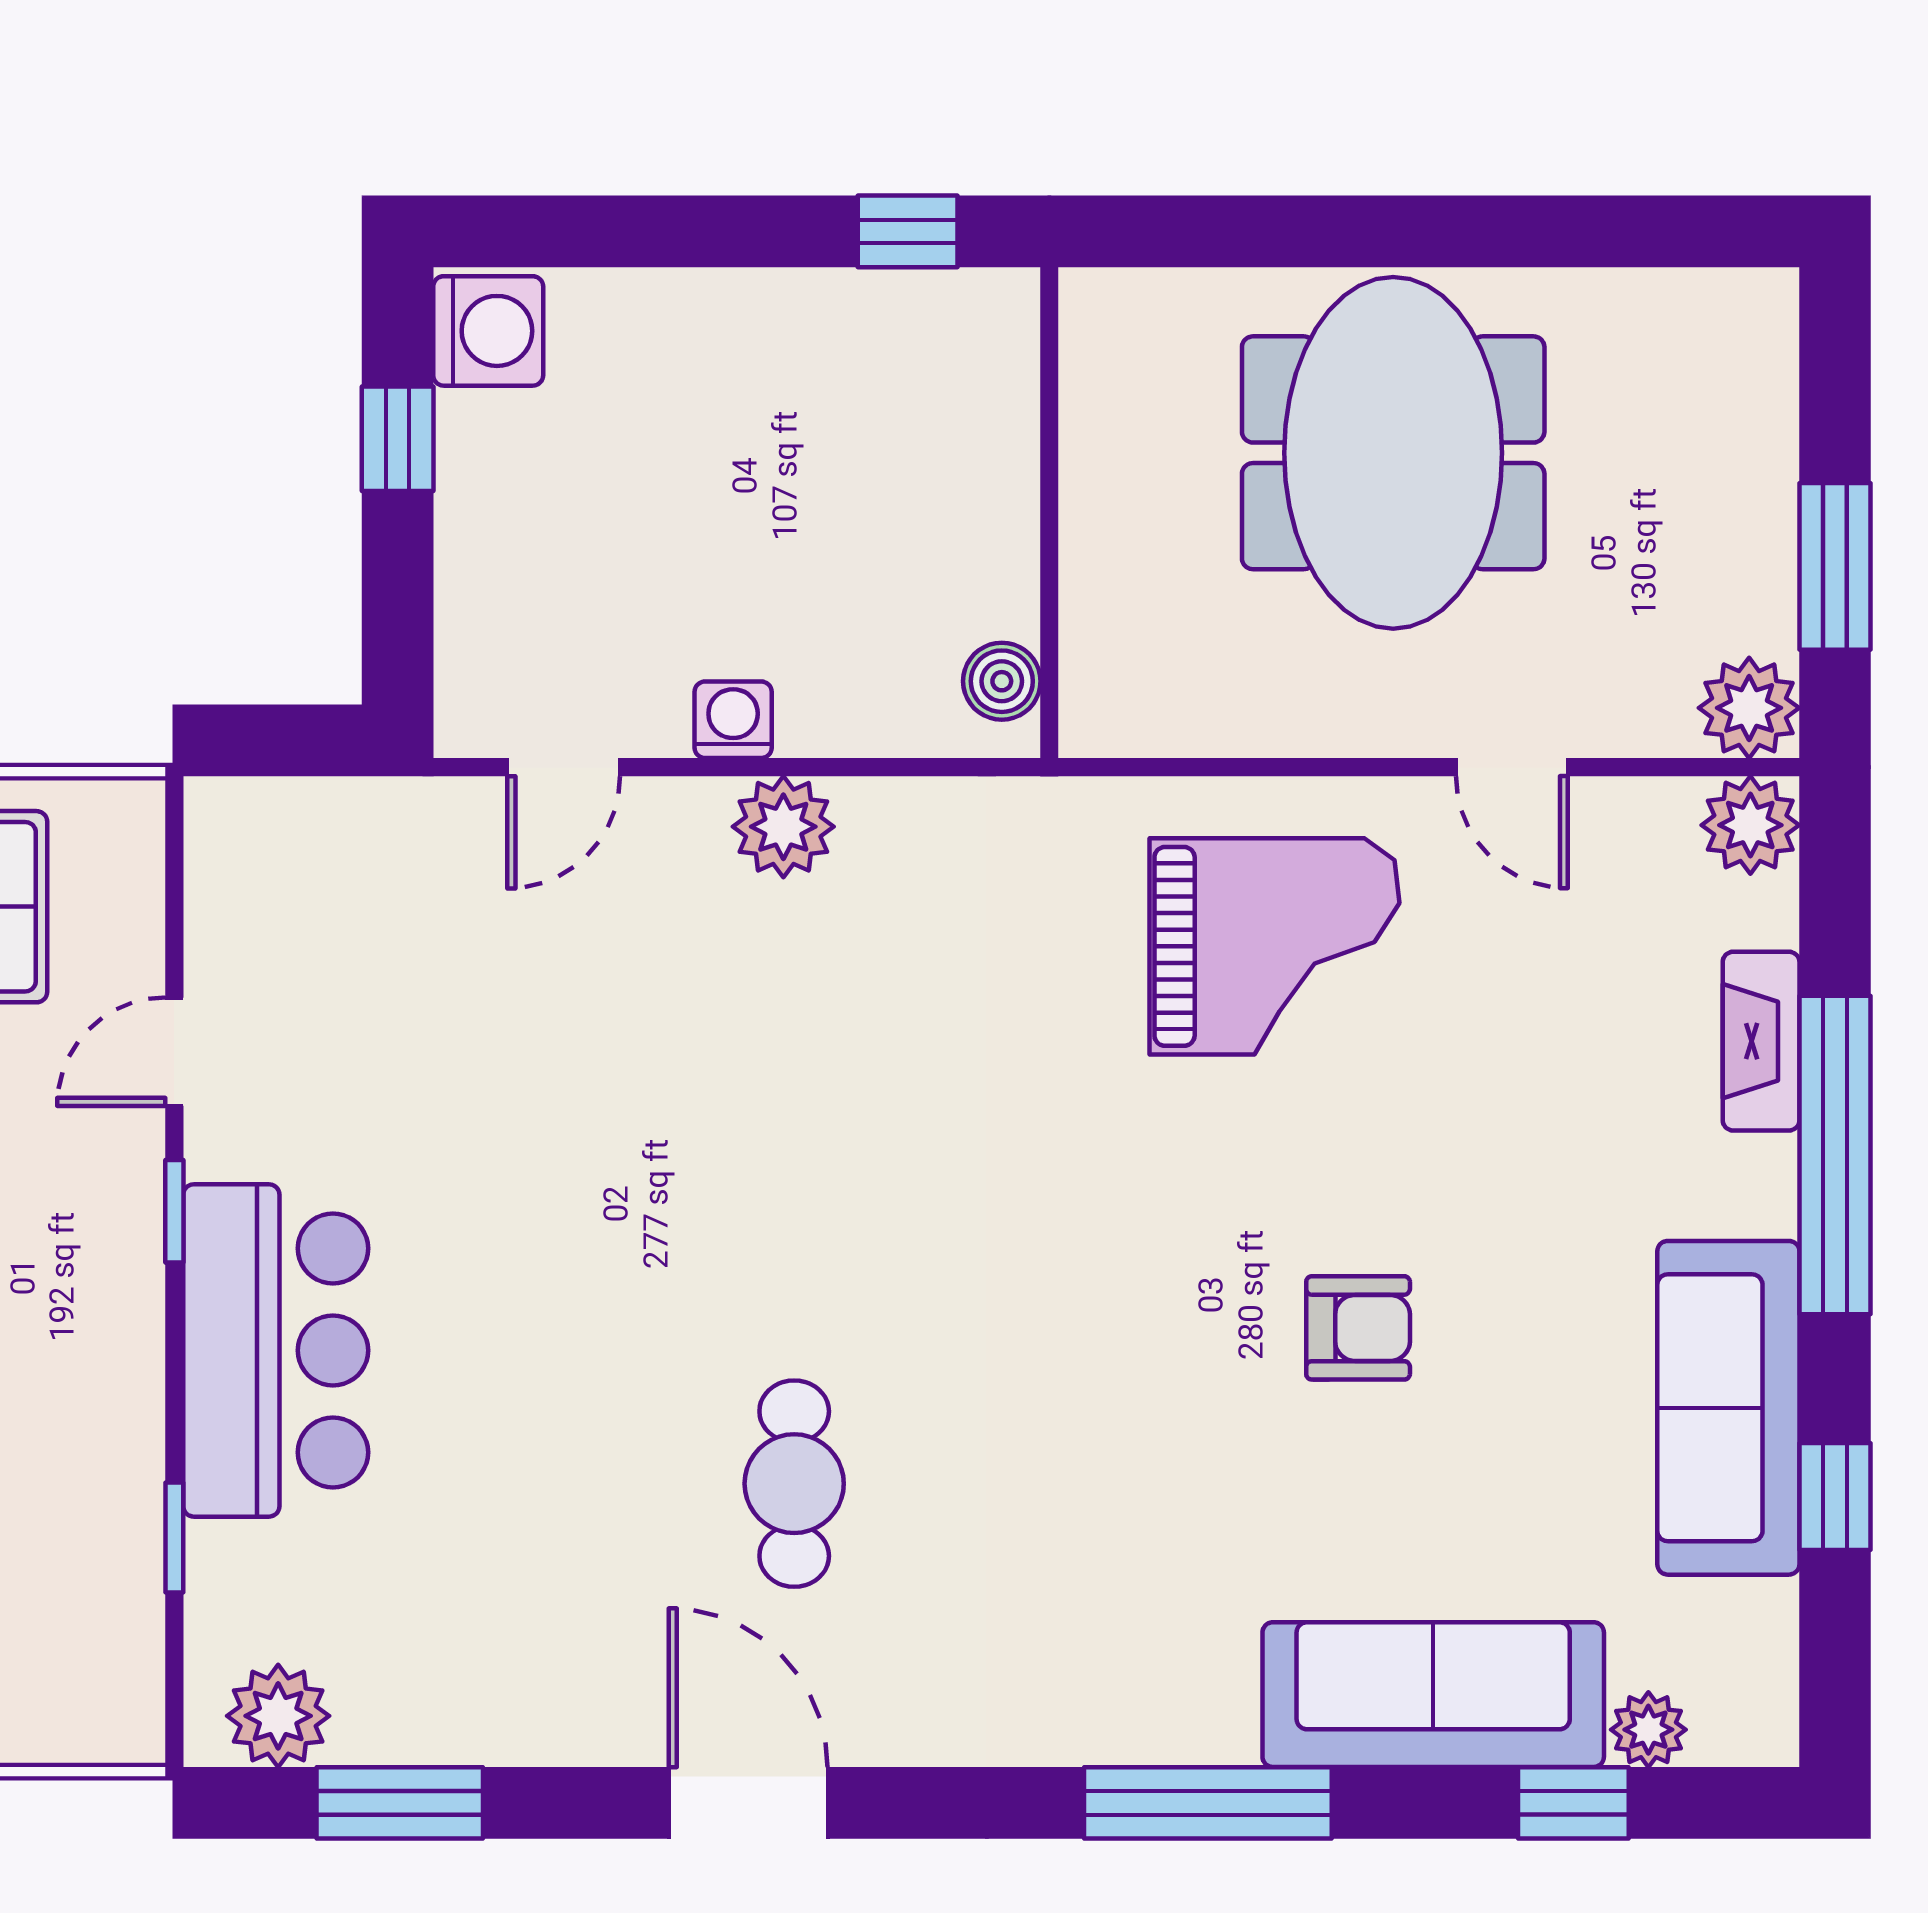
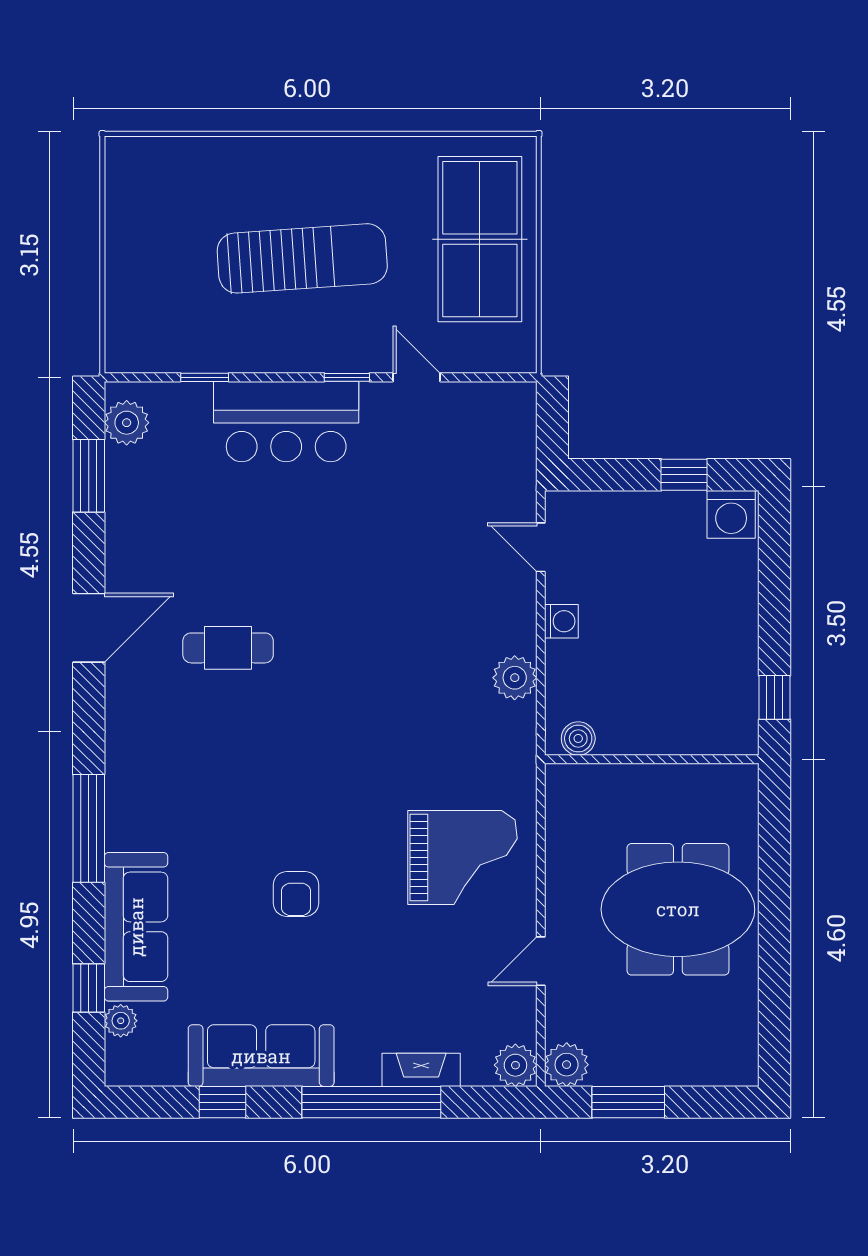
plant: (783, 827) -> (515, 678), moved
grand piano: (1274, 946) -> (462, 857), turned -90

